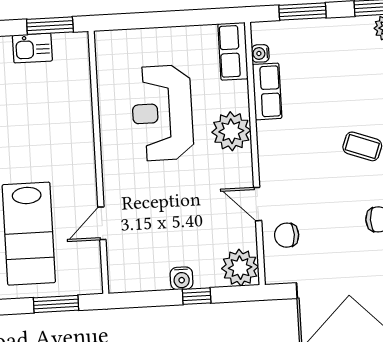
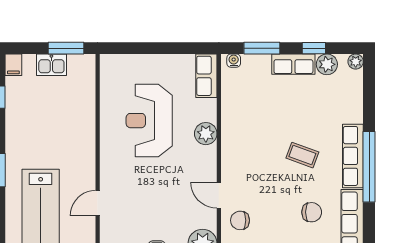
water cooler: (260, 53) -> (234, 61), moved, turned 90
row of seats: (267, 91) -> (293, 64), moved, turned 90
plant: (231, 131) -> (206, 134), width x0.73, depth x0.73

